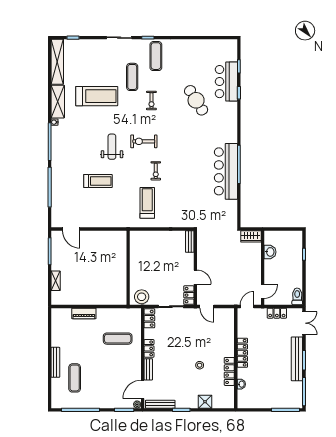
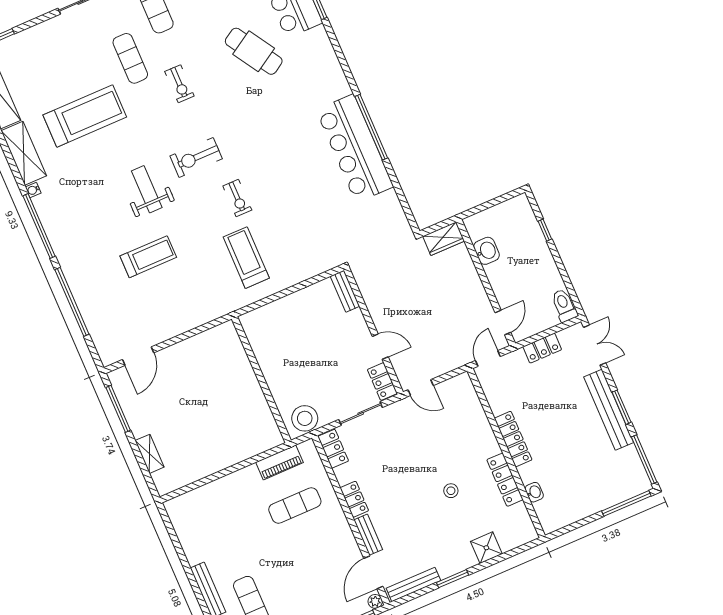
door: (71, 229) -> (138, 356), hinge flipped
piano: (84, 313) -> (279, 462), moved

